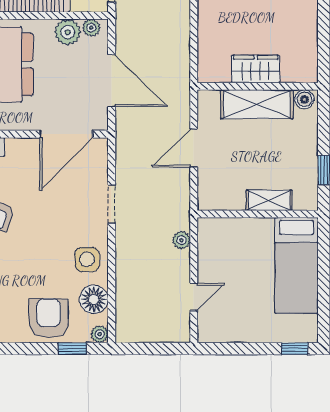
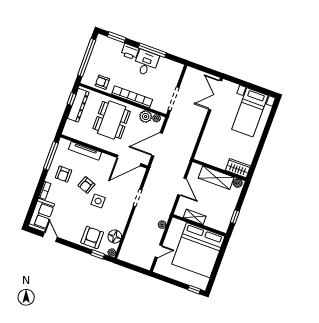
wardrobe: (256, 69) -> (238, 168), moved
door: (112, 81) -> (157, 144), swing flipped
door: (194, 148) -> (182, 187), swing flipped
shelving: (269, 200) -> (195, 217), moved
side table: (87, 259) -> (98, 201), moved
bed: (296, 265) -> (198, 250), width x2.04

